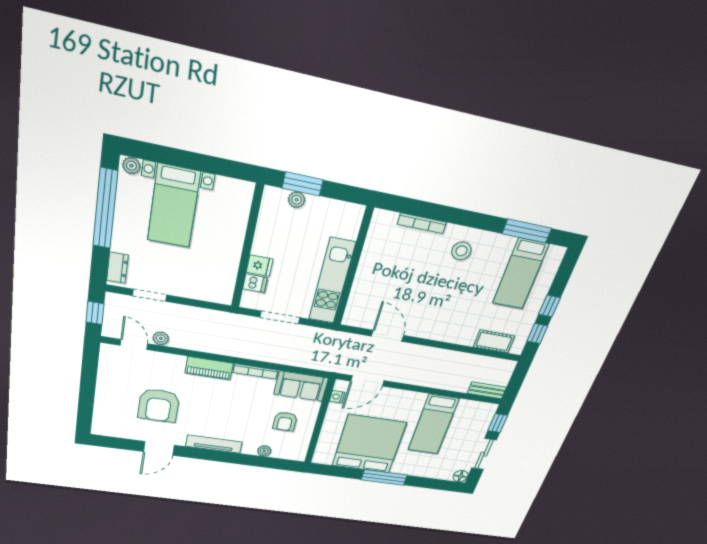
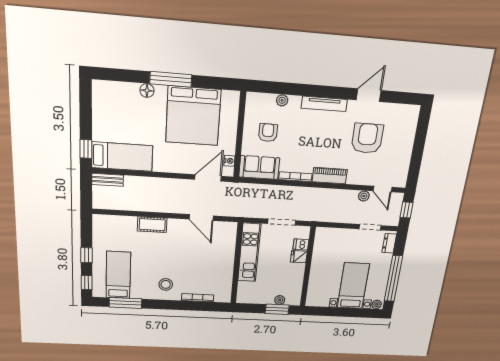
window: (537, 334) -> (87, 283), moved
cot: (494, 341) -> (152, 225), moved
bed: (433, 424) -> (122, 157), moved, turned 90
sliding door: (484, 454) -> (86, 114), removed
floor lamp: (461, 476) -> (147, 90), moved

